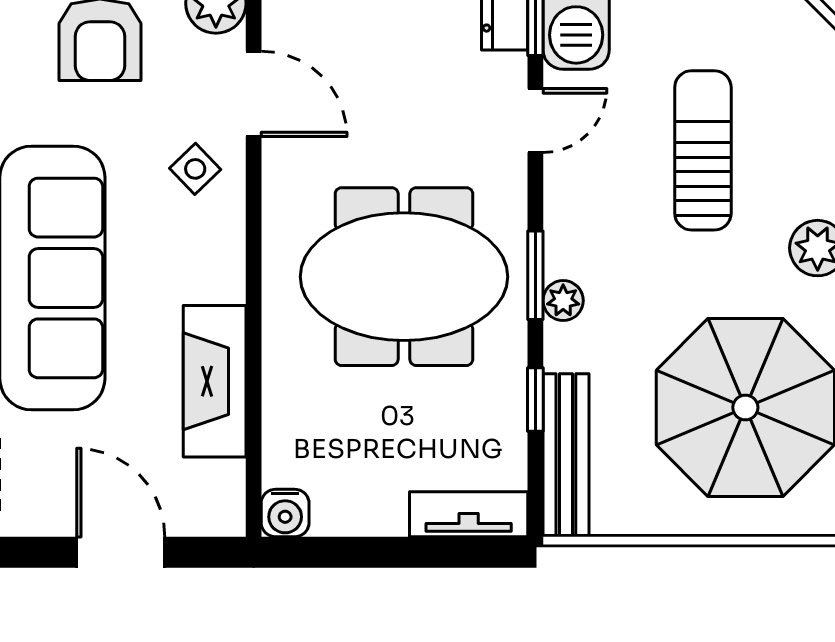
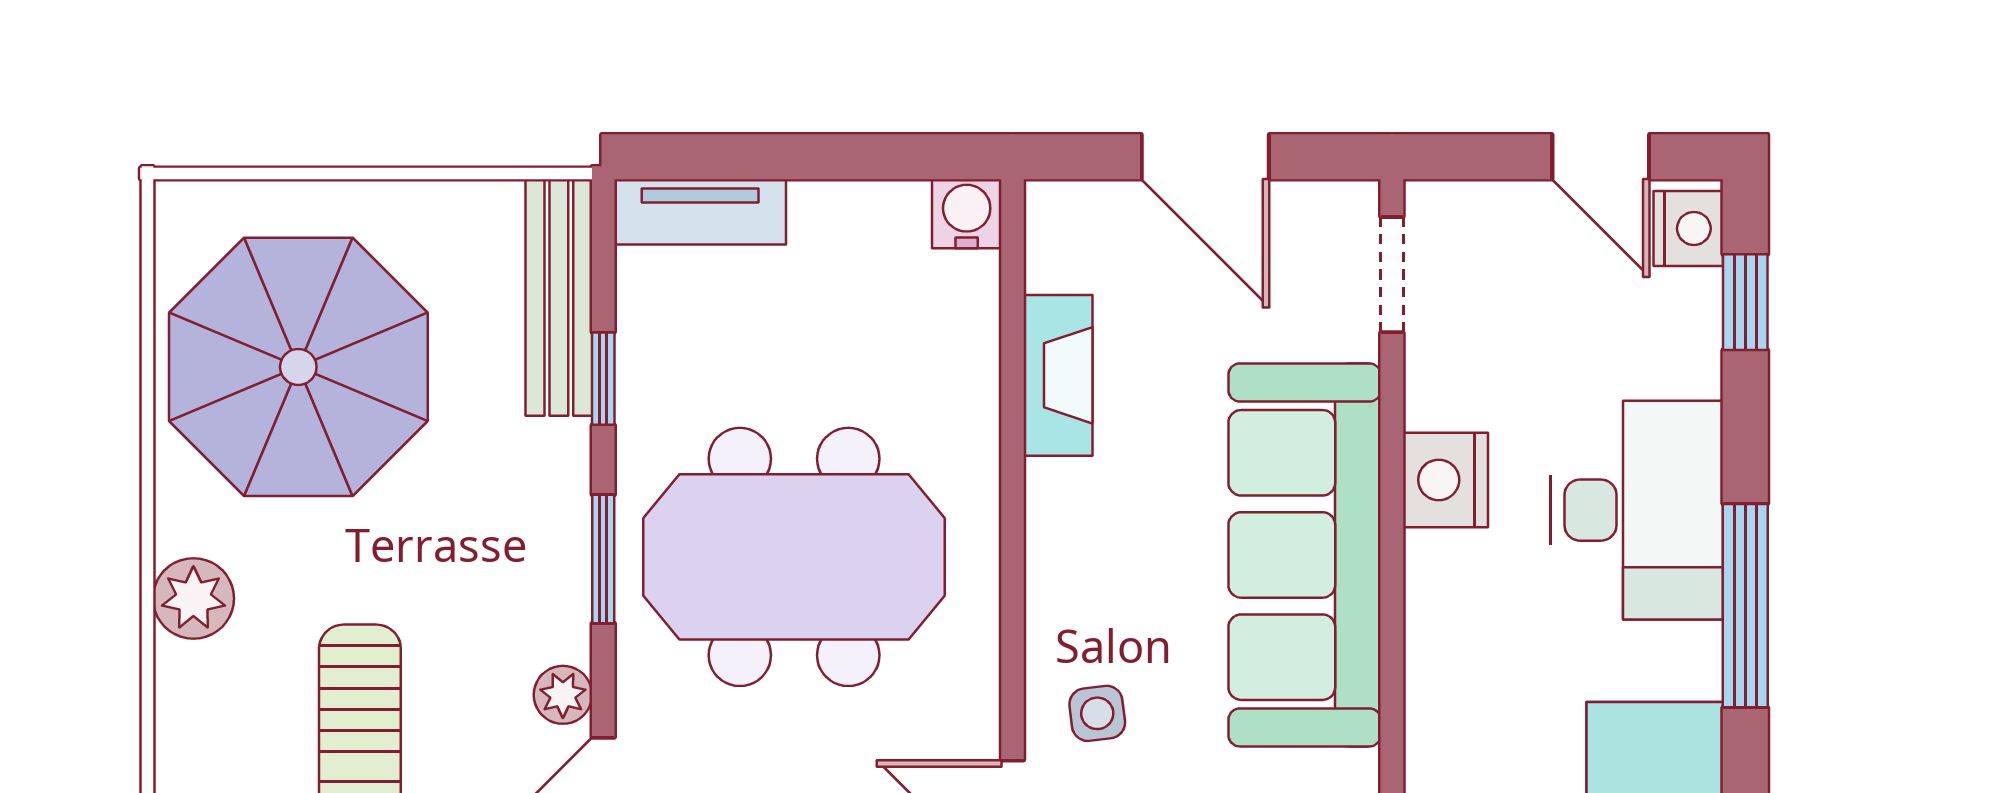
side table: (195, 169) -> (1097, 713), turned 37
plant: (563, 301) -> (563, 695), moved
fireplace: (215, 381) -> (1058, 375), width x0.73, depth x0.76

